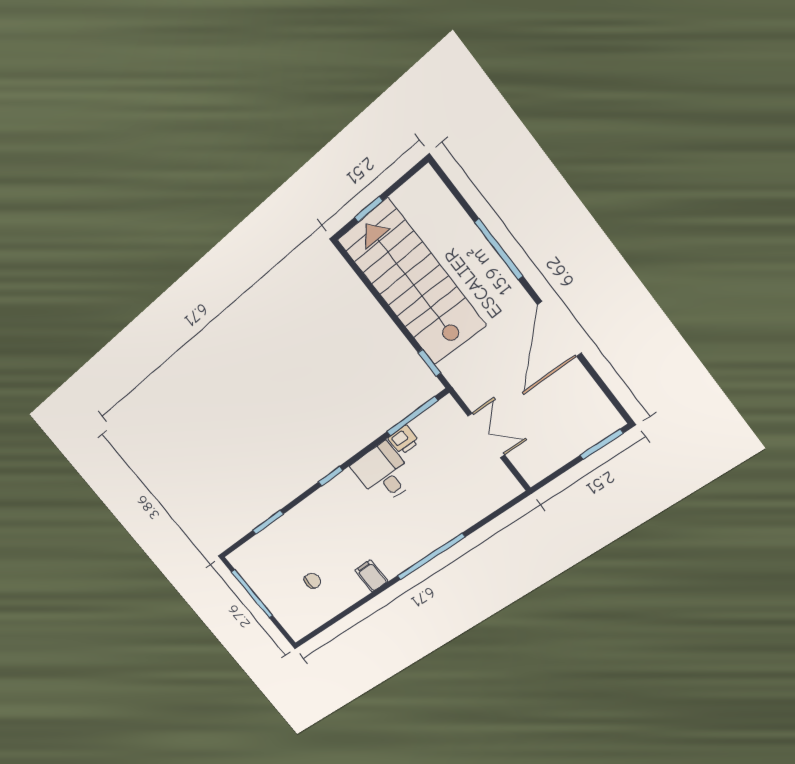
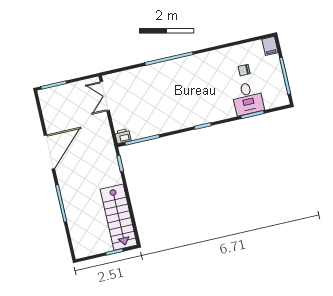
stairs: (412, 282) -> (119, 217), width x0.73, depth x0.66
double door: (486, 435) -> (105, 96), moved
printer: (404, 440) -> (123, 136), moved
desk: (384, 473) -> (248, 98), moved
filing cabinet: (371, 576) -> (270, 46), moved

